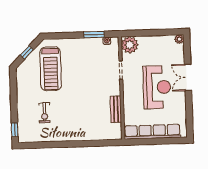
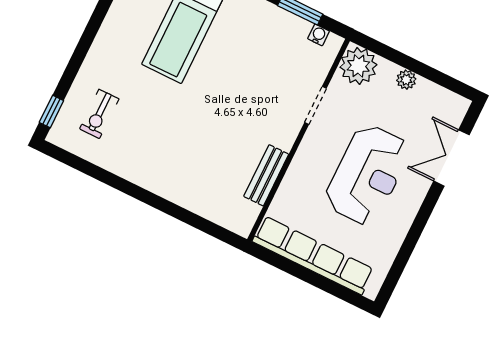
plant: (179, 39) -> (406, 80), moved
double door: (188, 77) -> (451, 158), moved
exercise bike: (44, 113) -> (99, 114), moved

